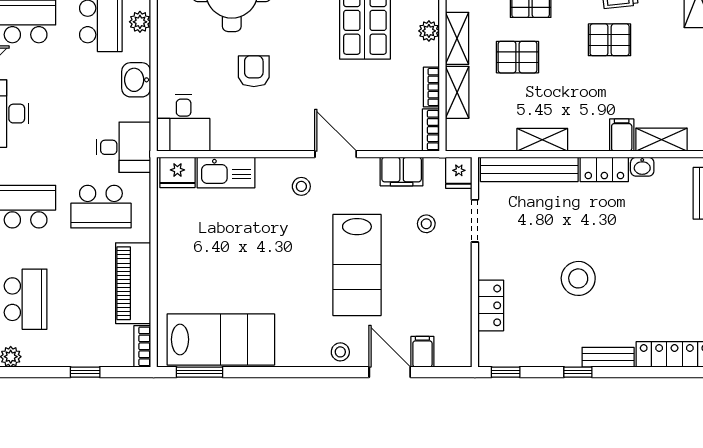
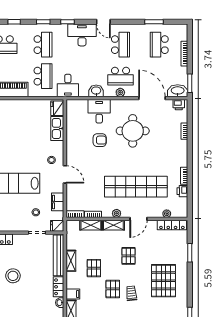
pallet: (518, 57) -> (94, 268), moved
desk: (184, 123) -> (99, 111), moved, turned 90
door: (336, 154) -> (65, 174), hinge flipped
school desk: (101, 207) -> (43, 76), turned 180

